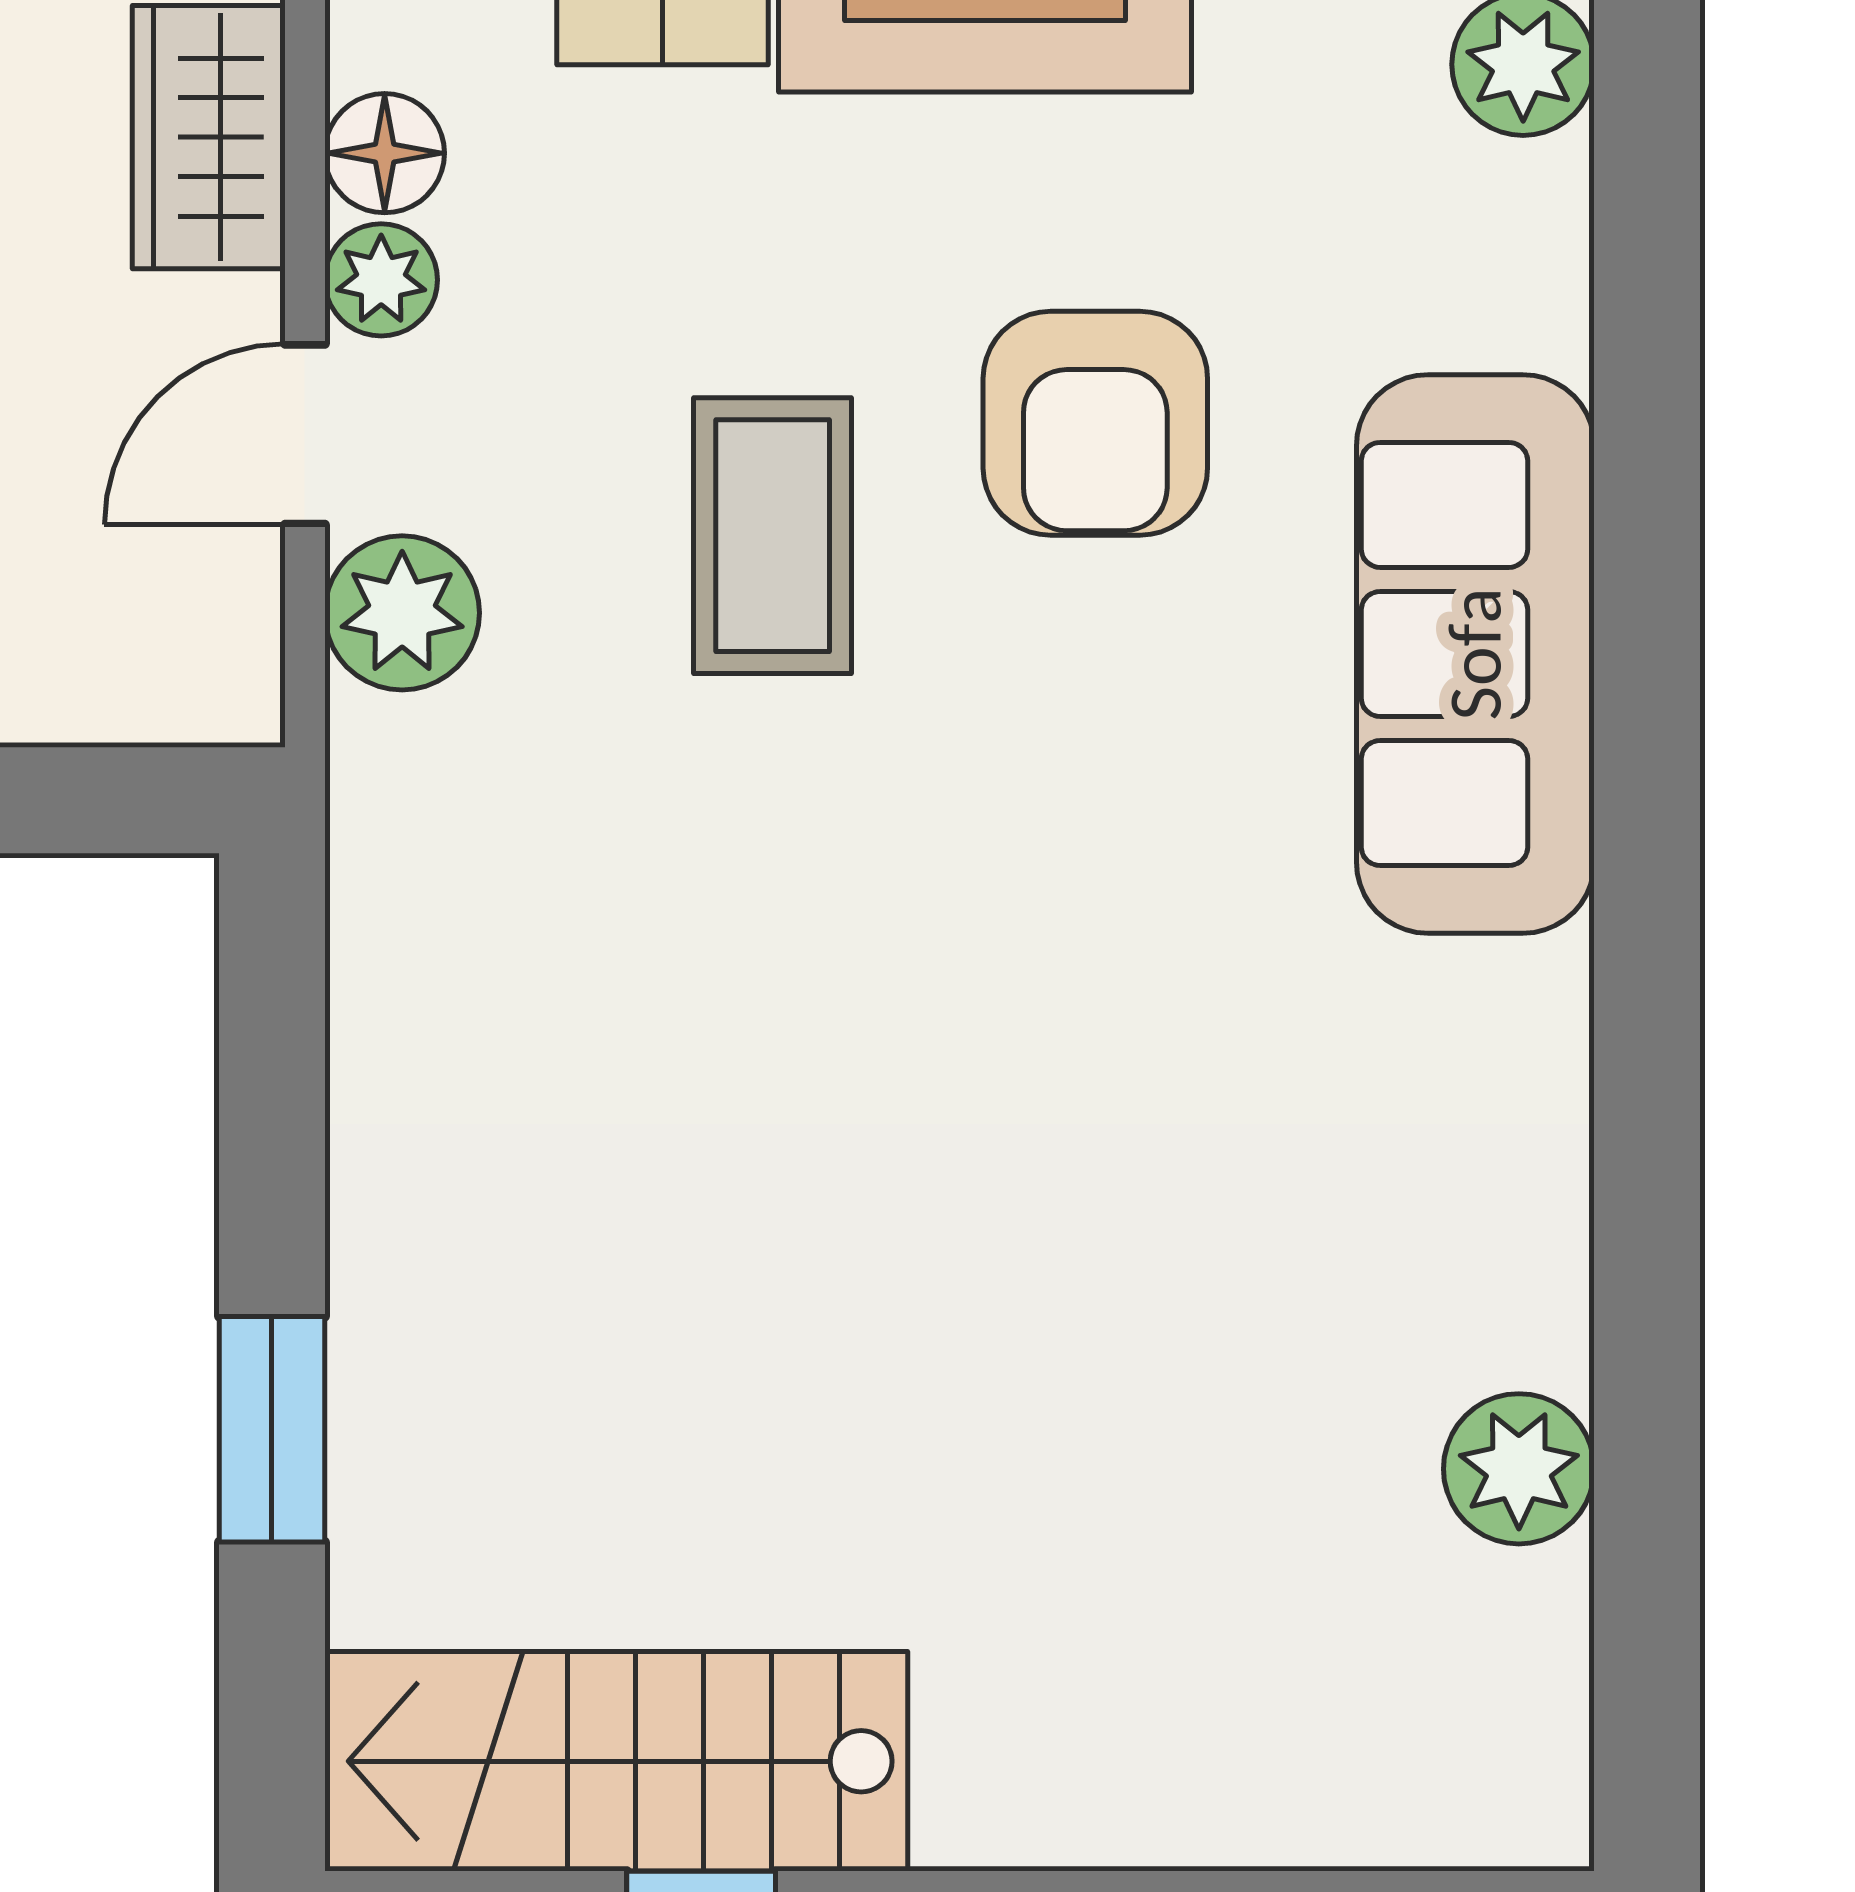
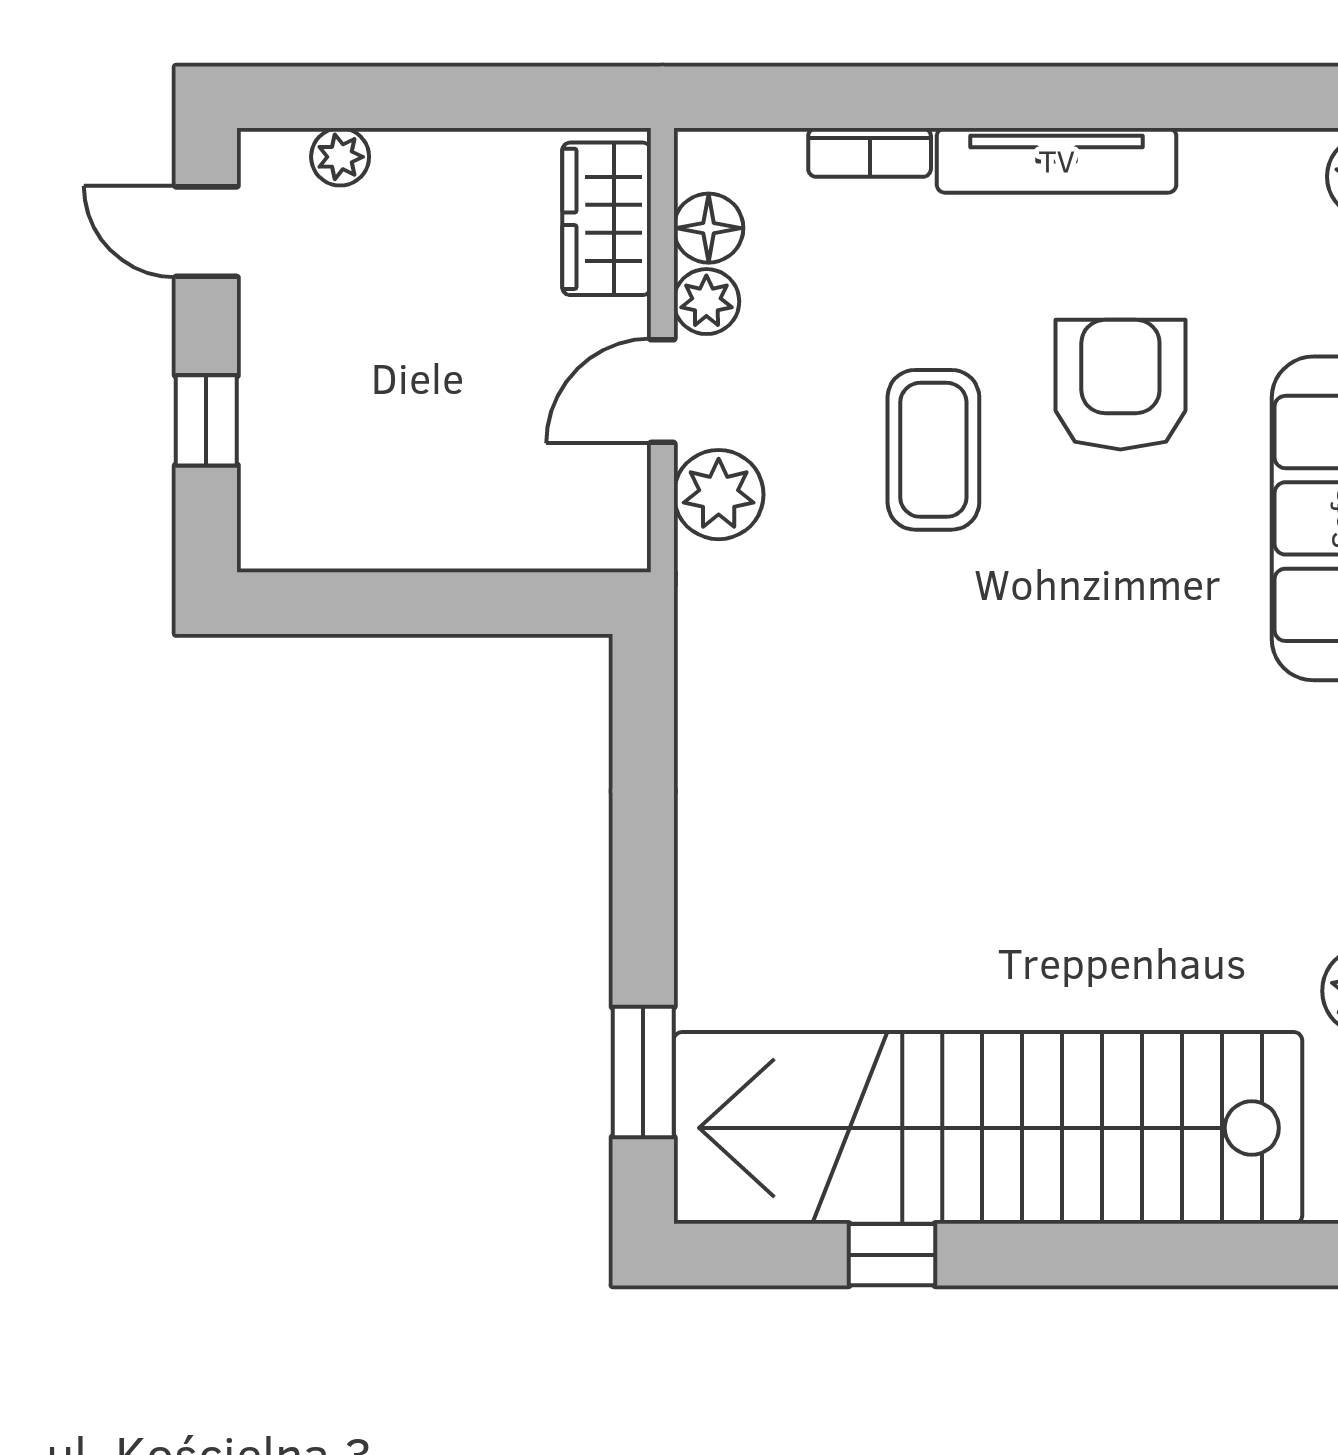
armchair: (1095, 423) -> (1120, 385), turned 180
window: (272, 1429) -> (643, 1072), moved
stairs: (616, 1761) -> (988, 1128), width x1.86, depth x1.51

